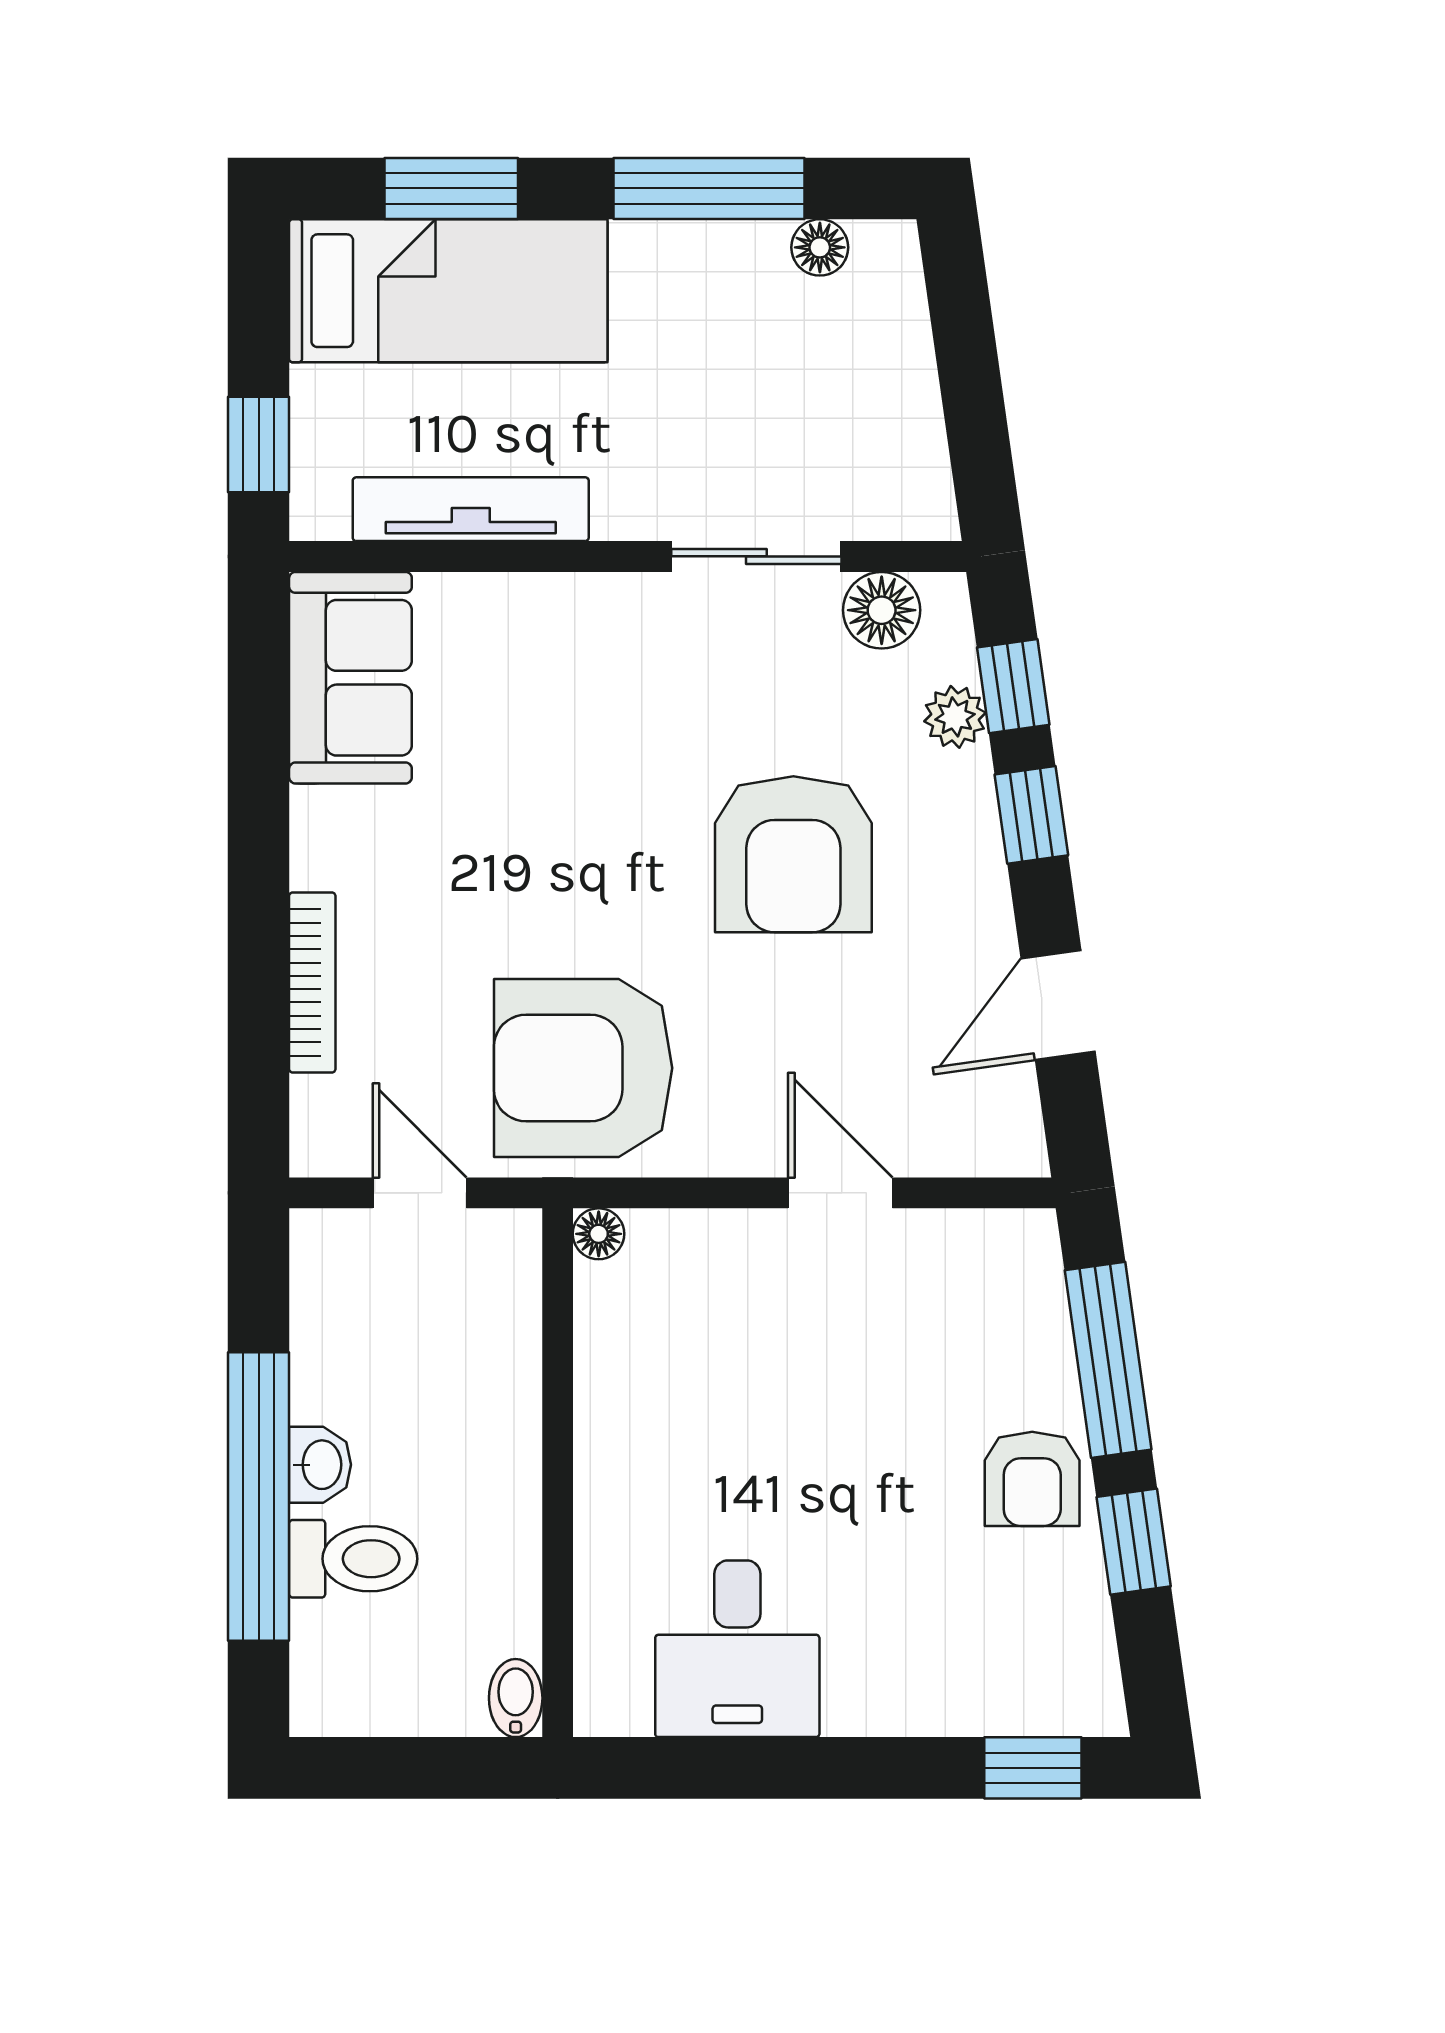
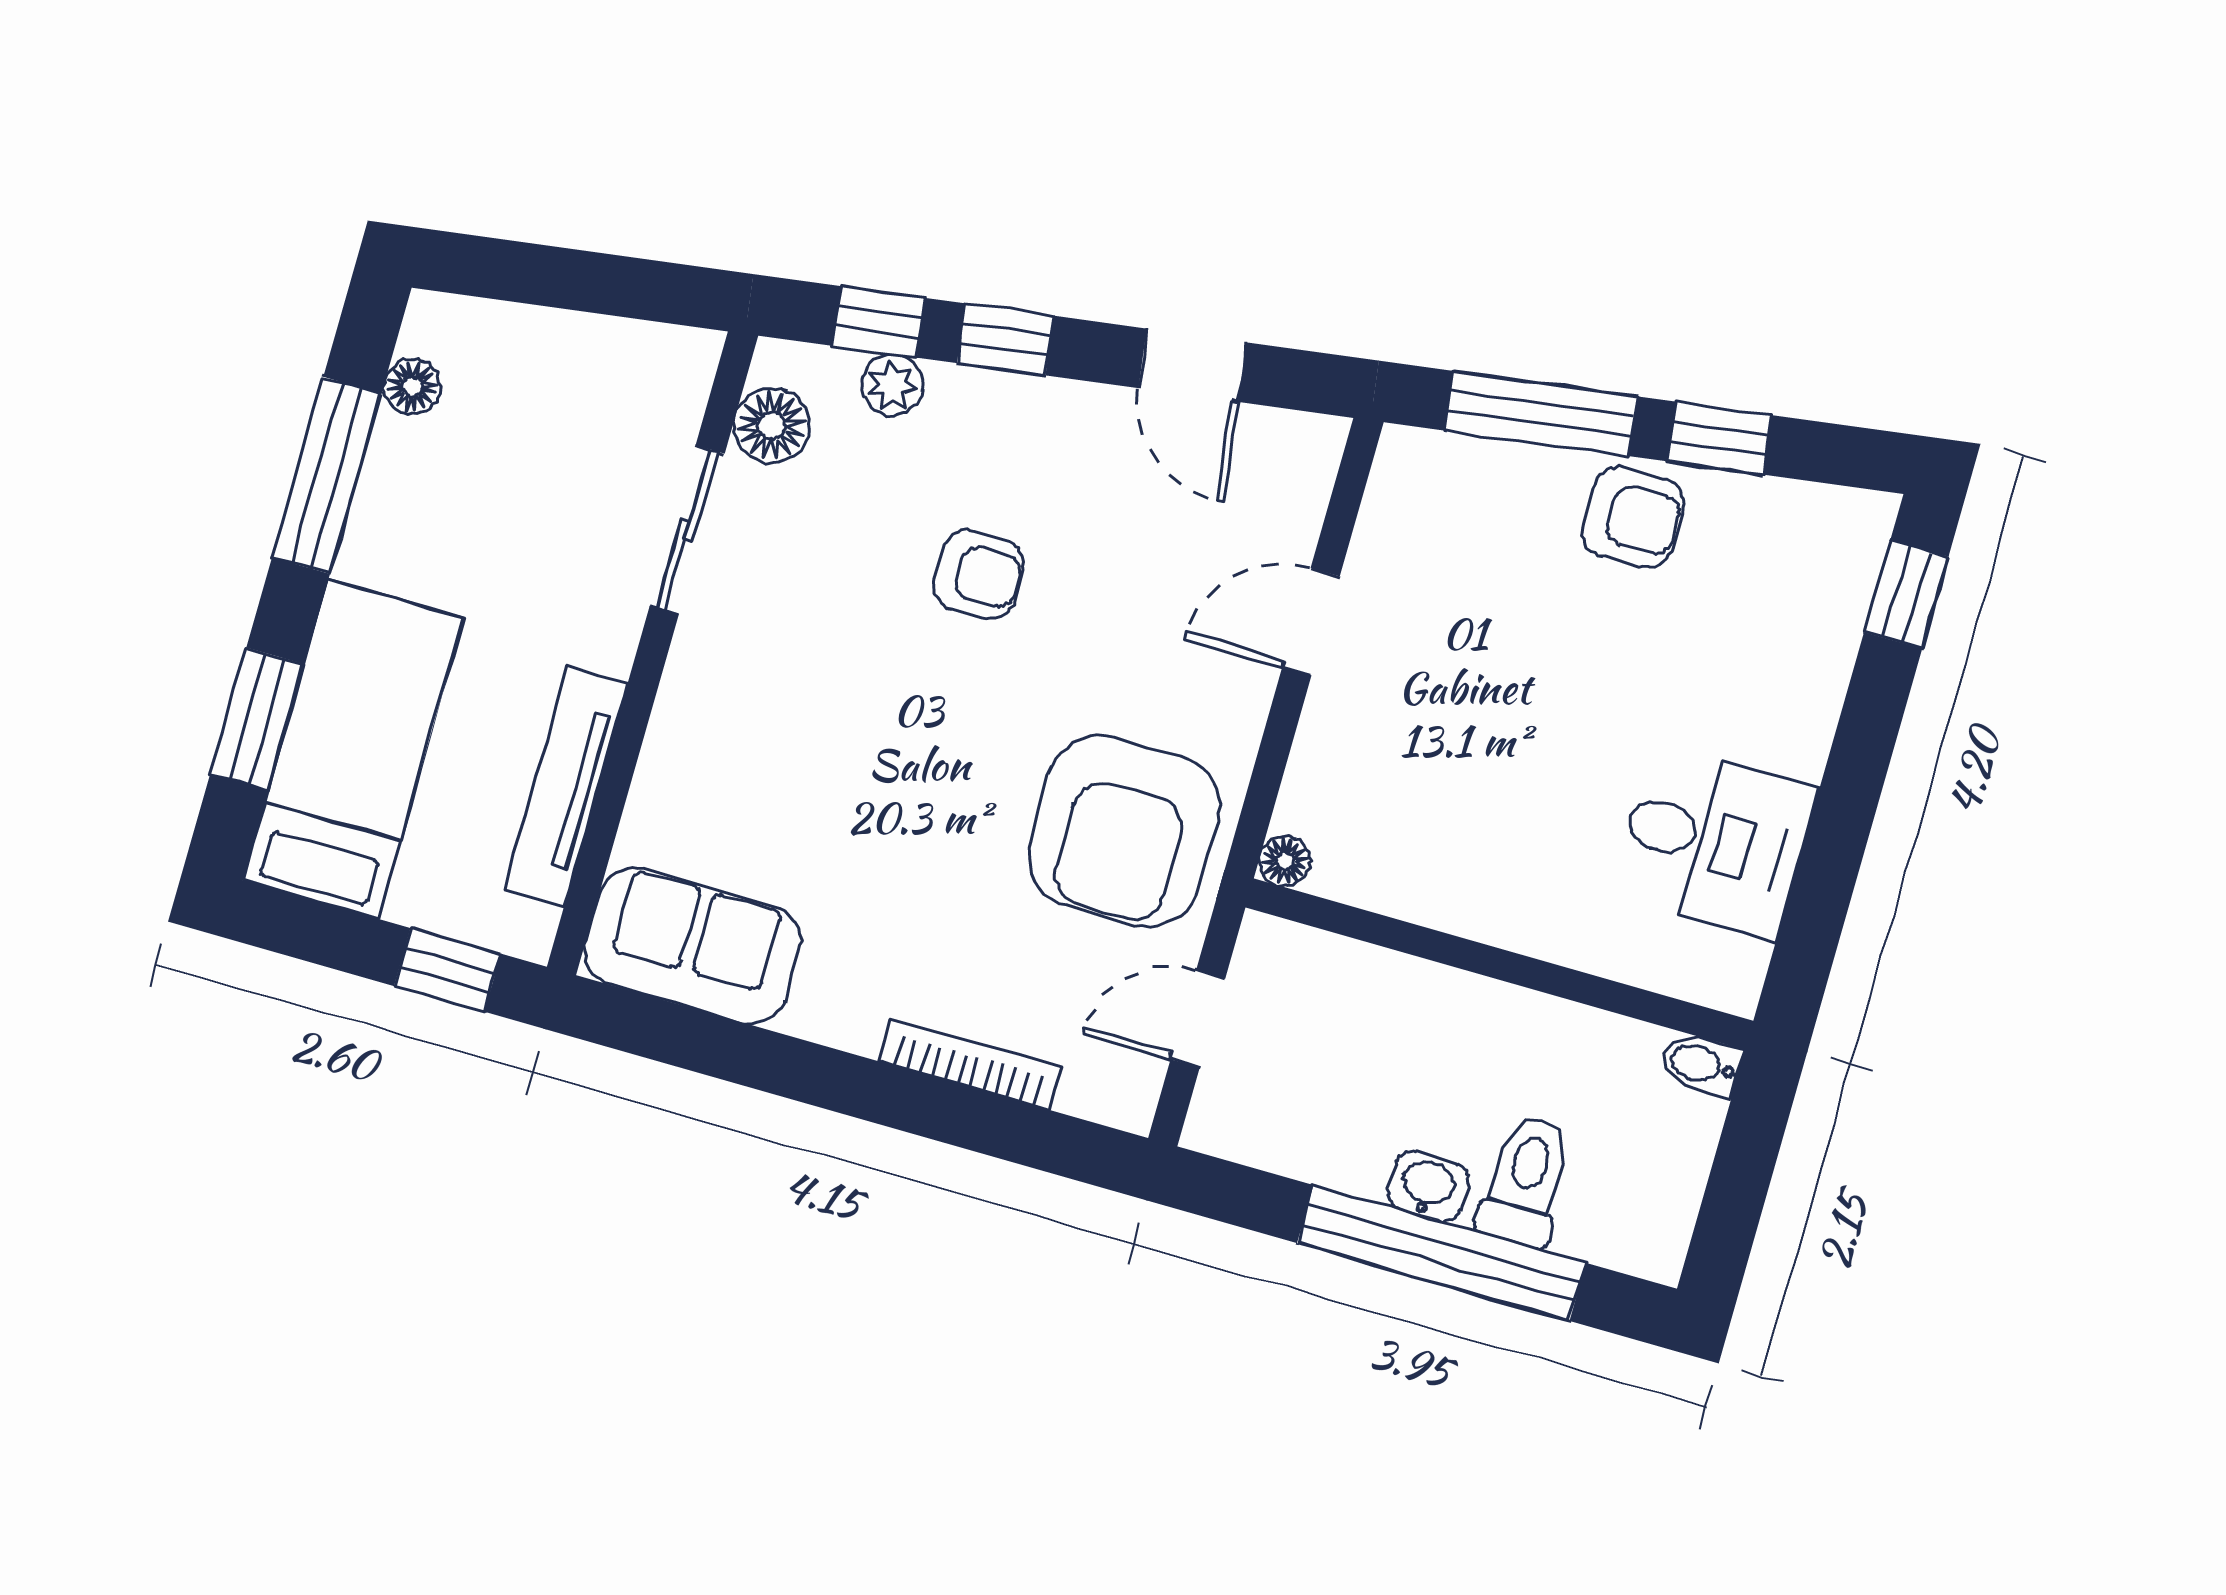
armchair: (793, 854) -> (978, 575), width x0.53, depth x0.53

